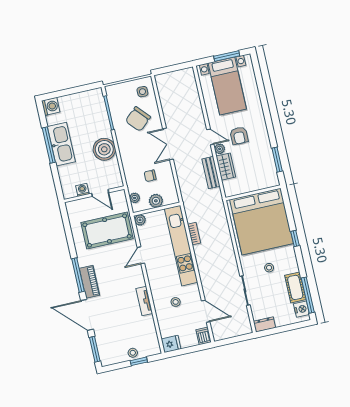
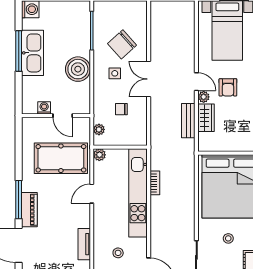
side table: (142, 92) -> (115, 73), moved
plant: (156, 201) -> (121, 138), removed

